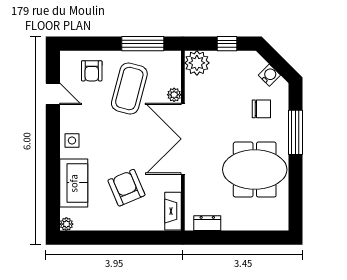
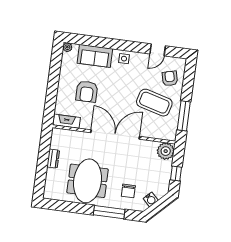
armchair: (92, 71) -> (170, 78), turned 76
plant: (174, 95) -> (146, 133), removed
armchair: (126, 188) -> (87, 92), turned 113
dresser: (207, 223) -> (53, 159), moved

